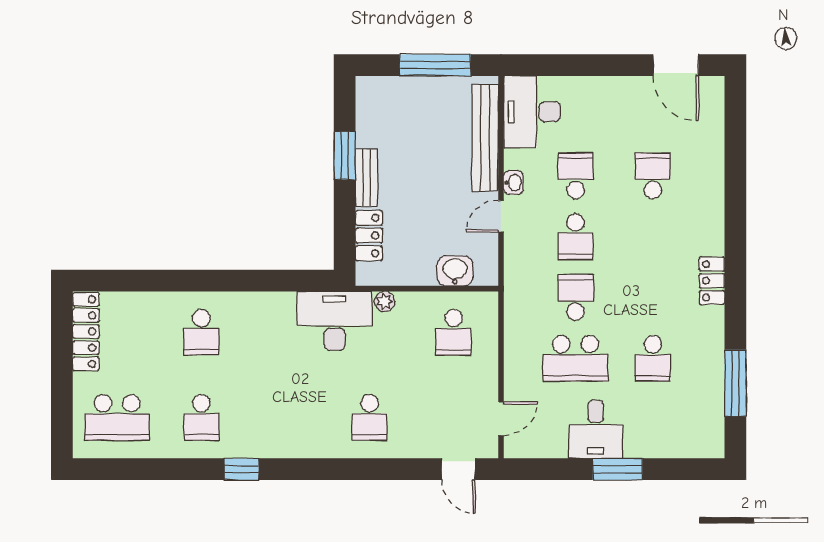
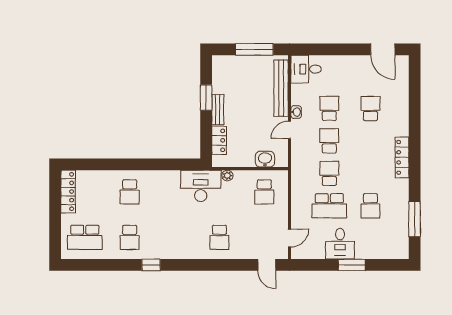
desk: (532, 112) -> (306, 69), width x0.73
school desk: (576, 237) -> (329, 141), turned 180
locker: (712, 281) -> (402, 157), width x1.53

